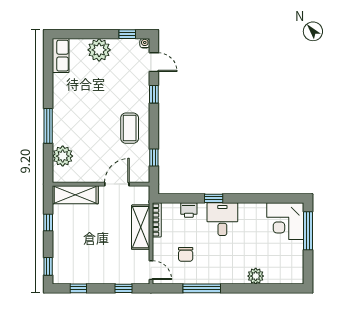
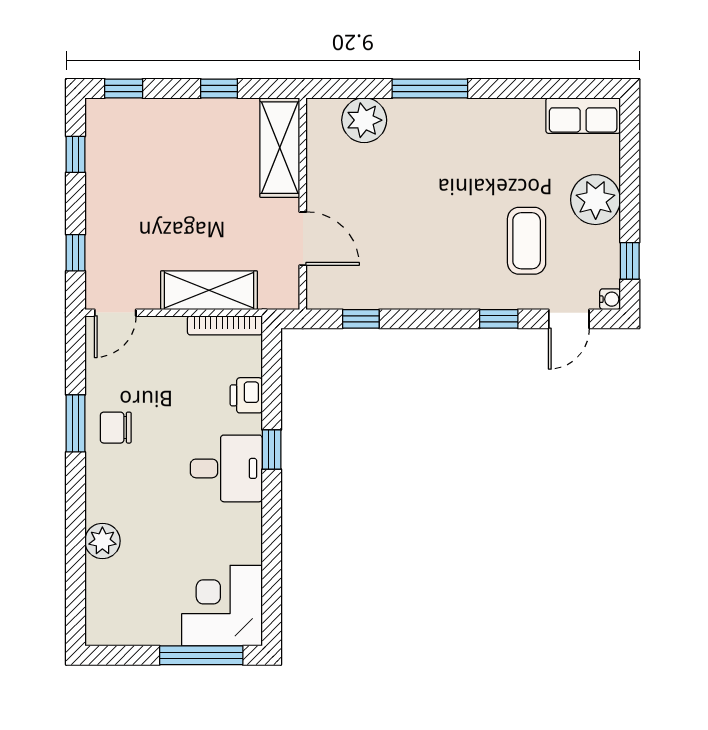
coffee table: (130, 128) -> (527, 241), moved, turned 90
chair: (186, 254) -> (116, 428), moved
window: (202, 288) -> (75, 423), width x0.69

